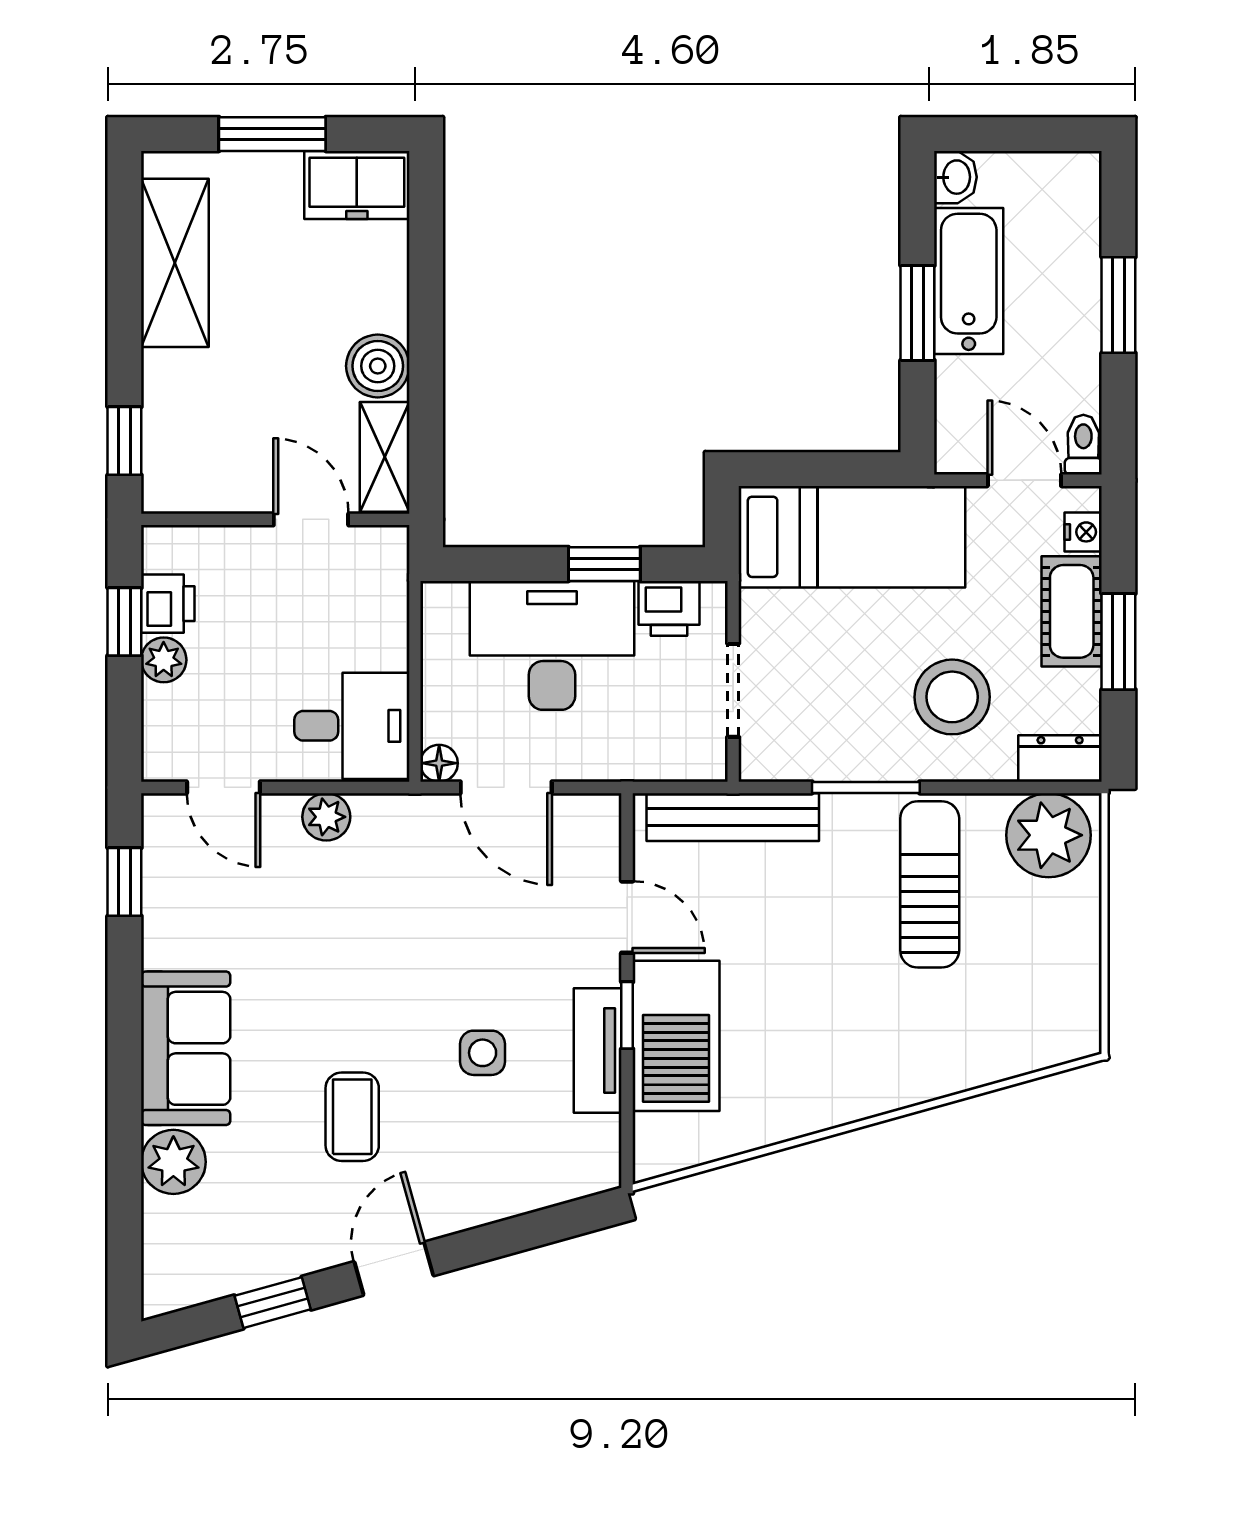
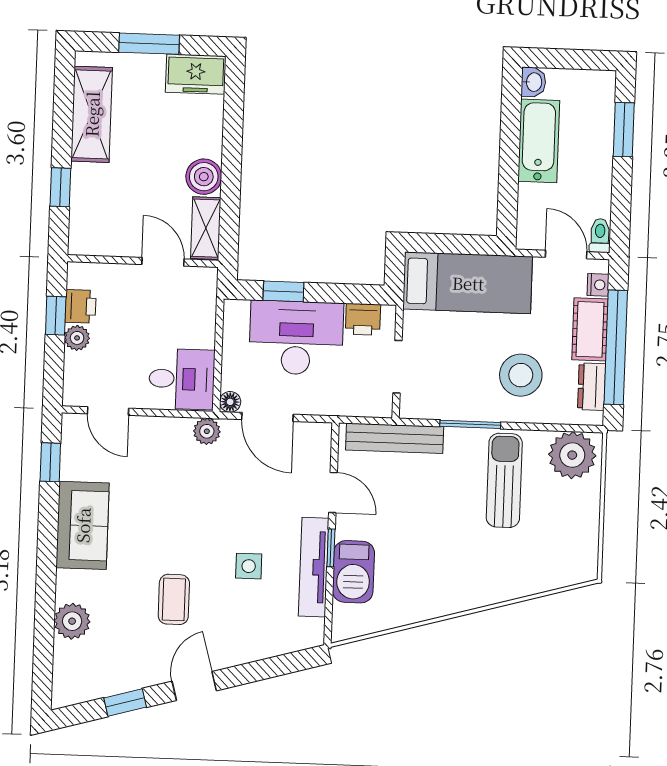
window: (1118, 305) -> (624, 130), moved
window: (917, 313) -> (509, 158), removed
window: (124, 441) -> (60, 187), moved
window: (604, 564) -> (283, 291), moved
window: (1118, 642) -> (616, 347), width x2.11
dresser: (1060, 758) -> (592, 387), moved, turned -90
plant: (326, 817) -> (207, 431), moved
barbecue: (676, 1036) -> (353, 572), width x0.73, depth x0.83
sofa: (186, 1048) -> (83, 525), moved
tv unit: (598, 1050) -> (314, 567), width x1.41

